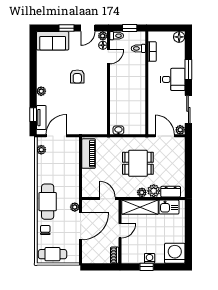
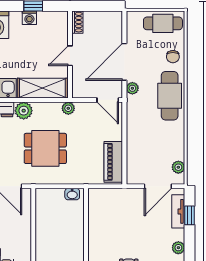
plant: (142, 192) -> (68, 108), moved
door: (107, 199) -> (108, 100), moved

